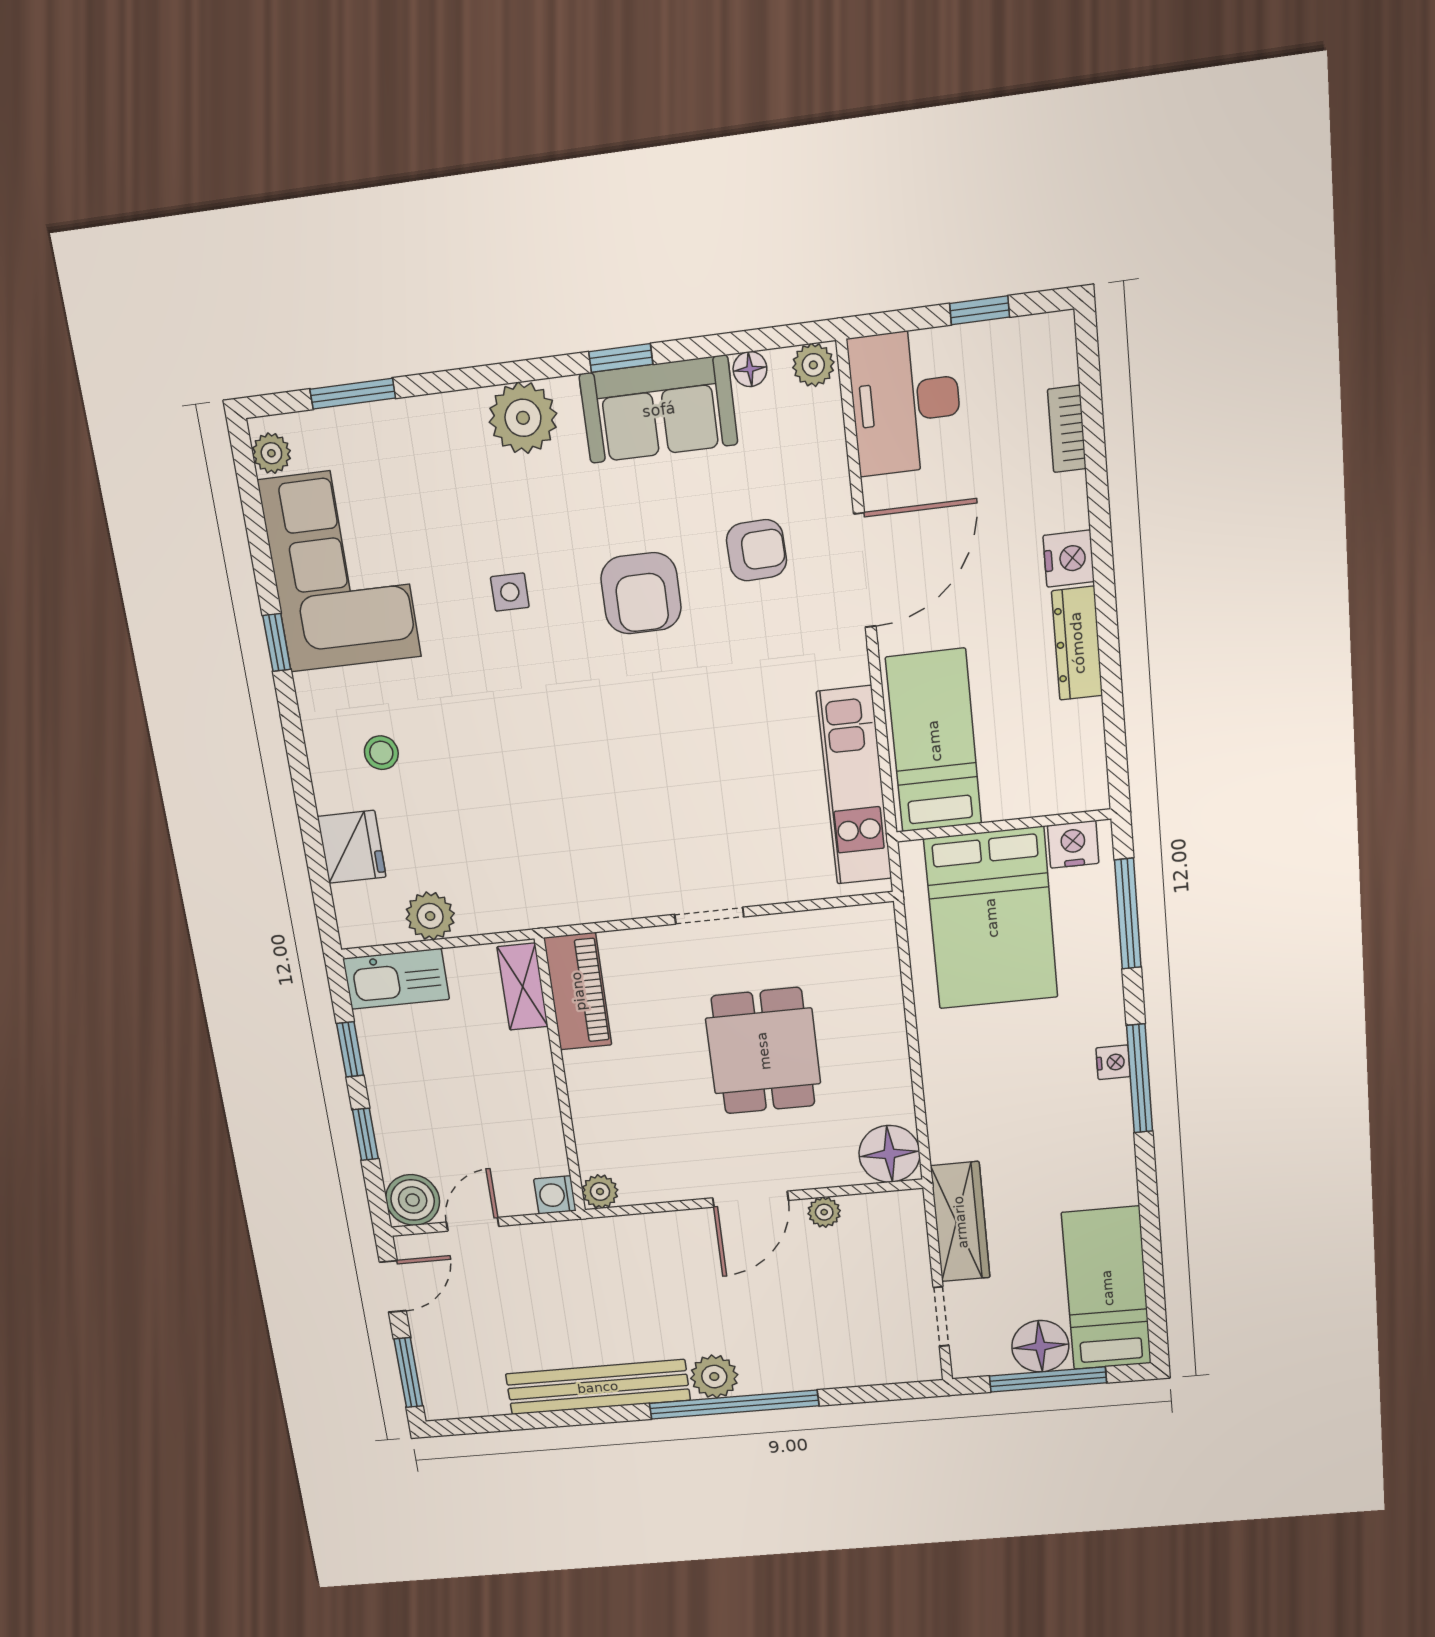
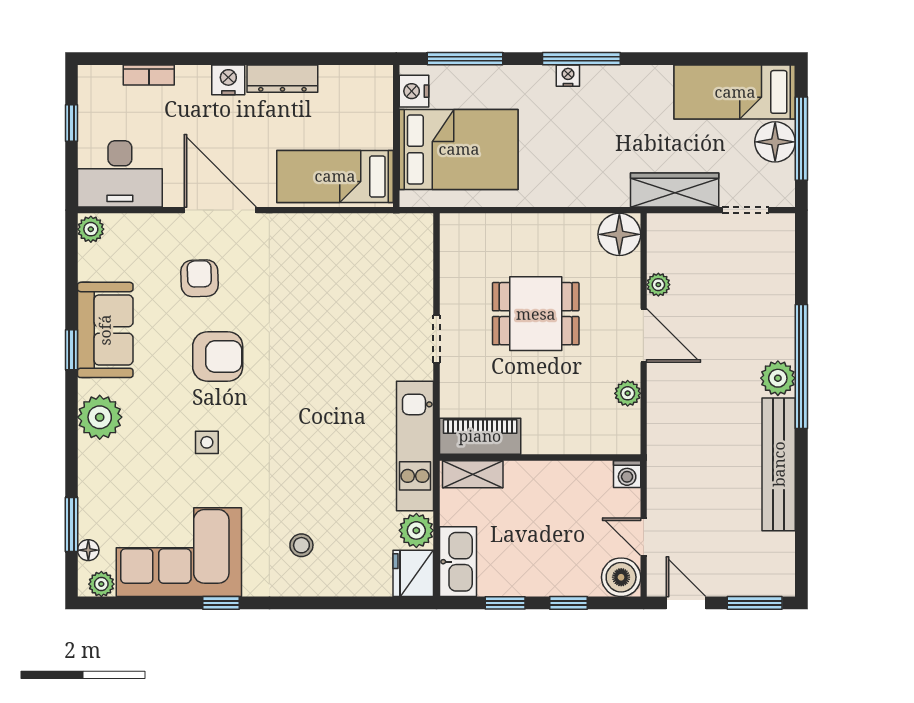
floor lamp: (750, 369) -> (88, 550), moved
kitchen unit: (854, 786) -> (415, 446), moved, turned 90
fridge: (352, 847) -> (413, 573), moved, turned -90
plant: (600, 1192) -> (628, 393), moved

